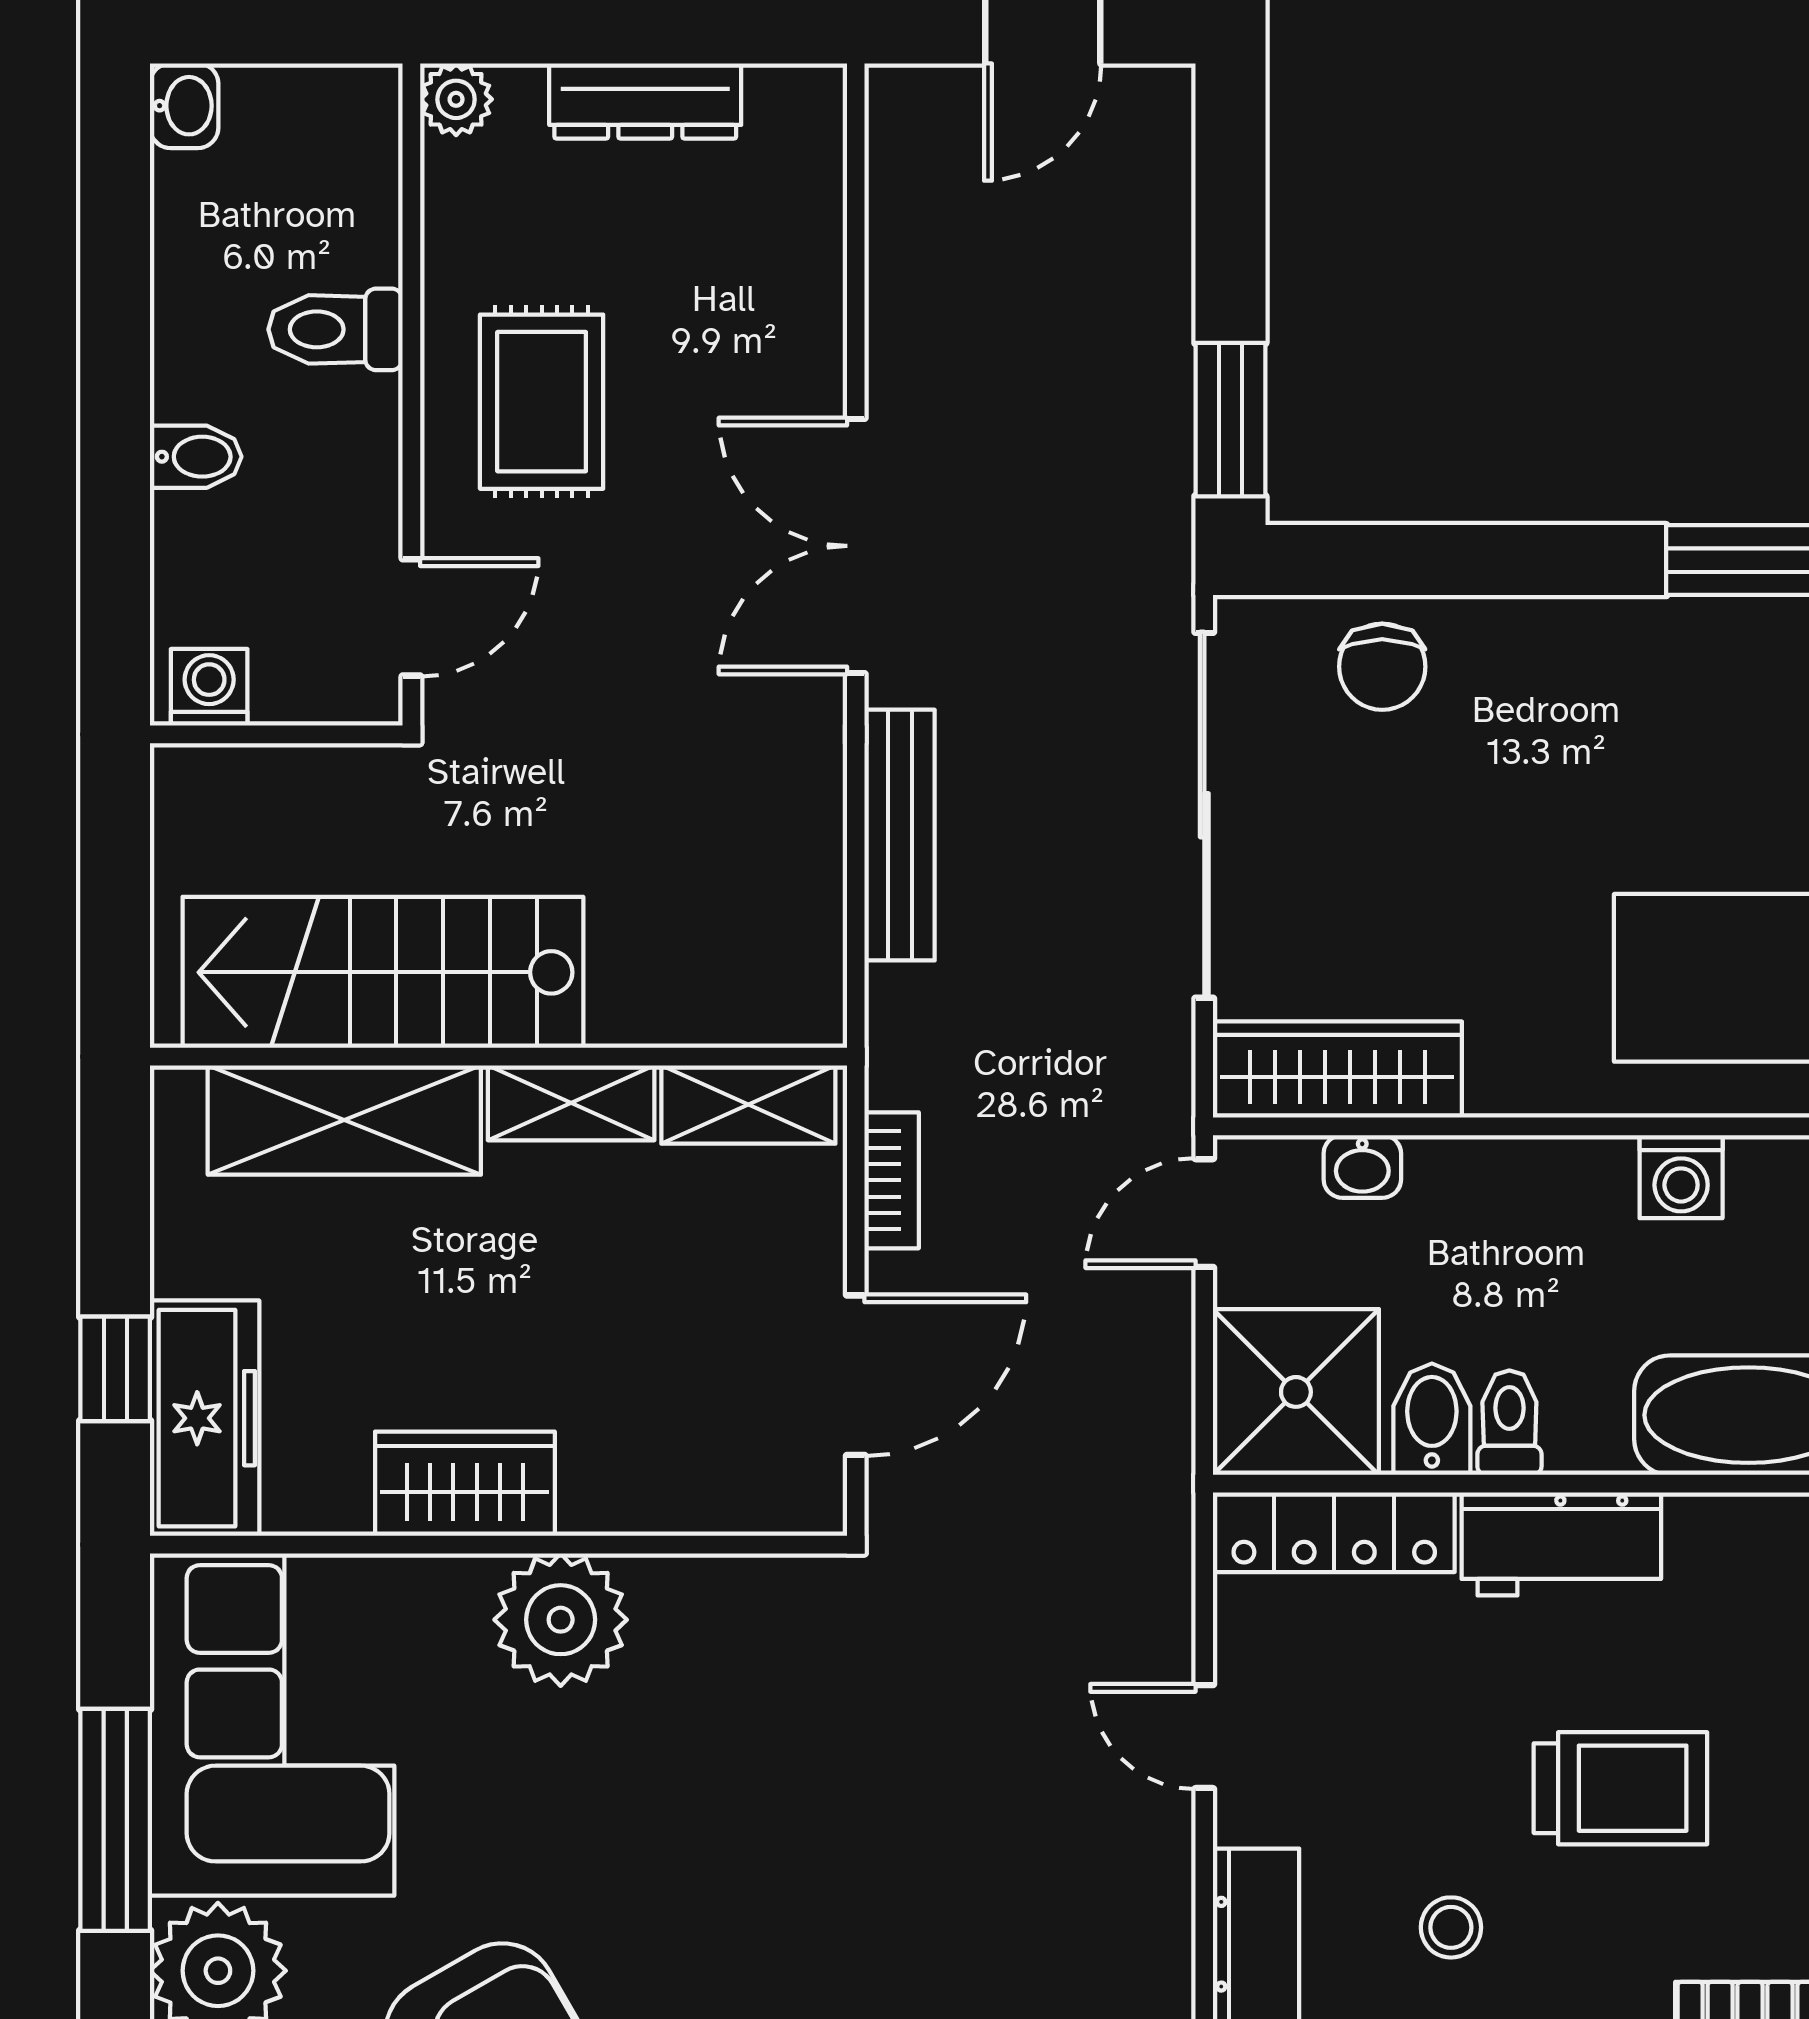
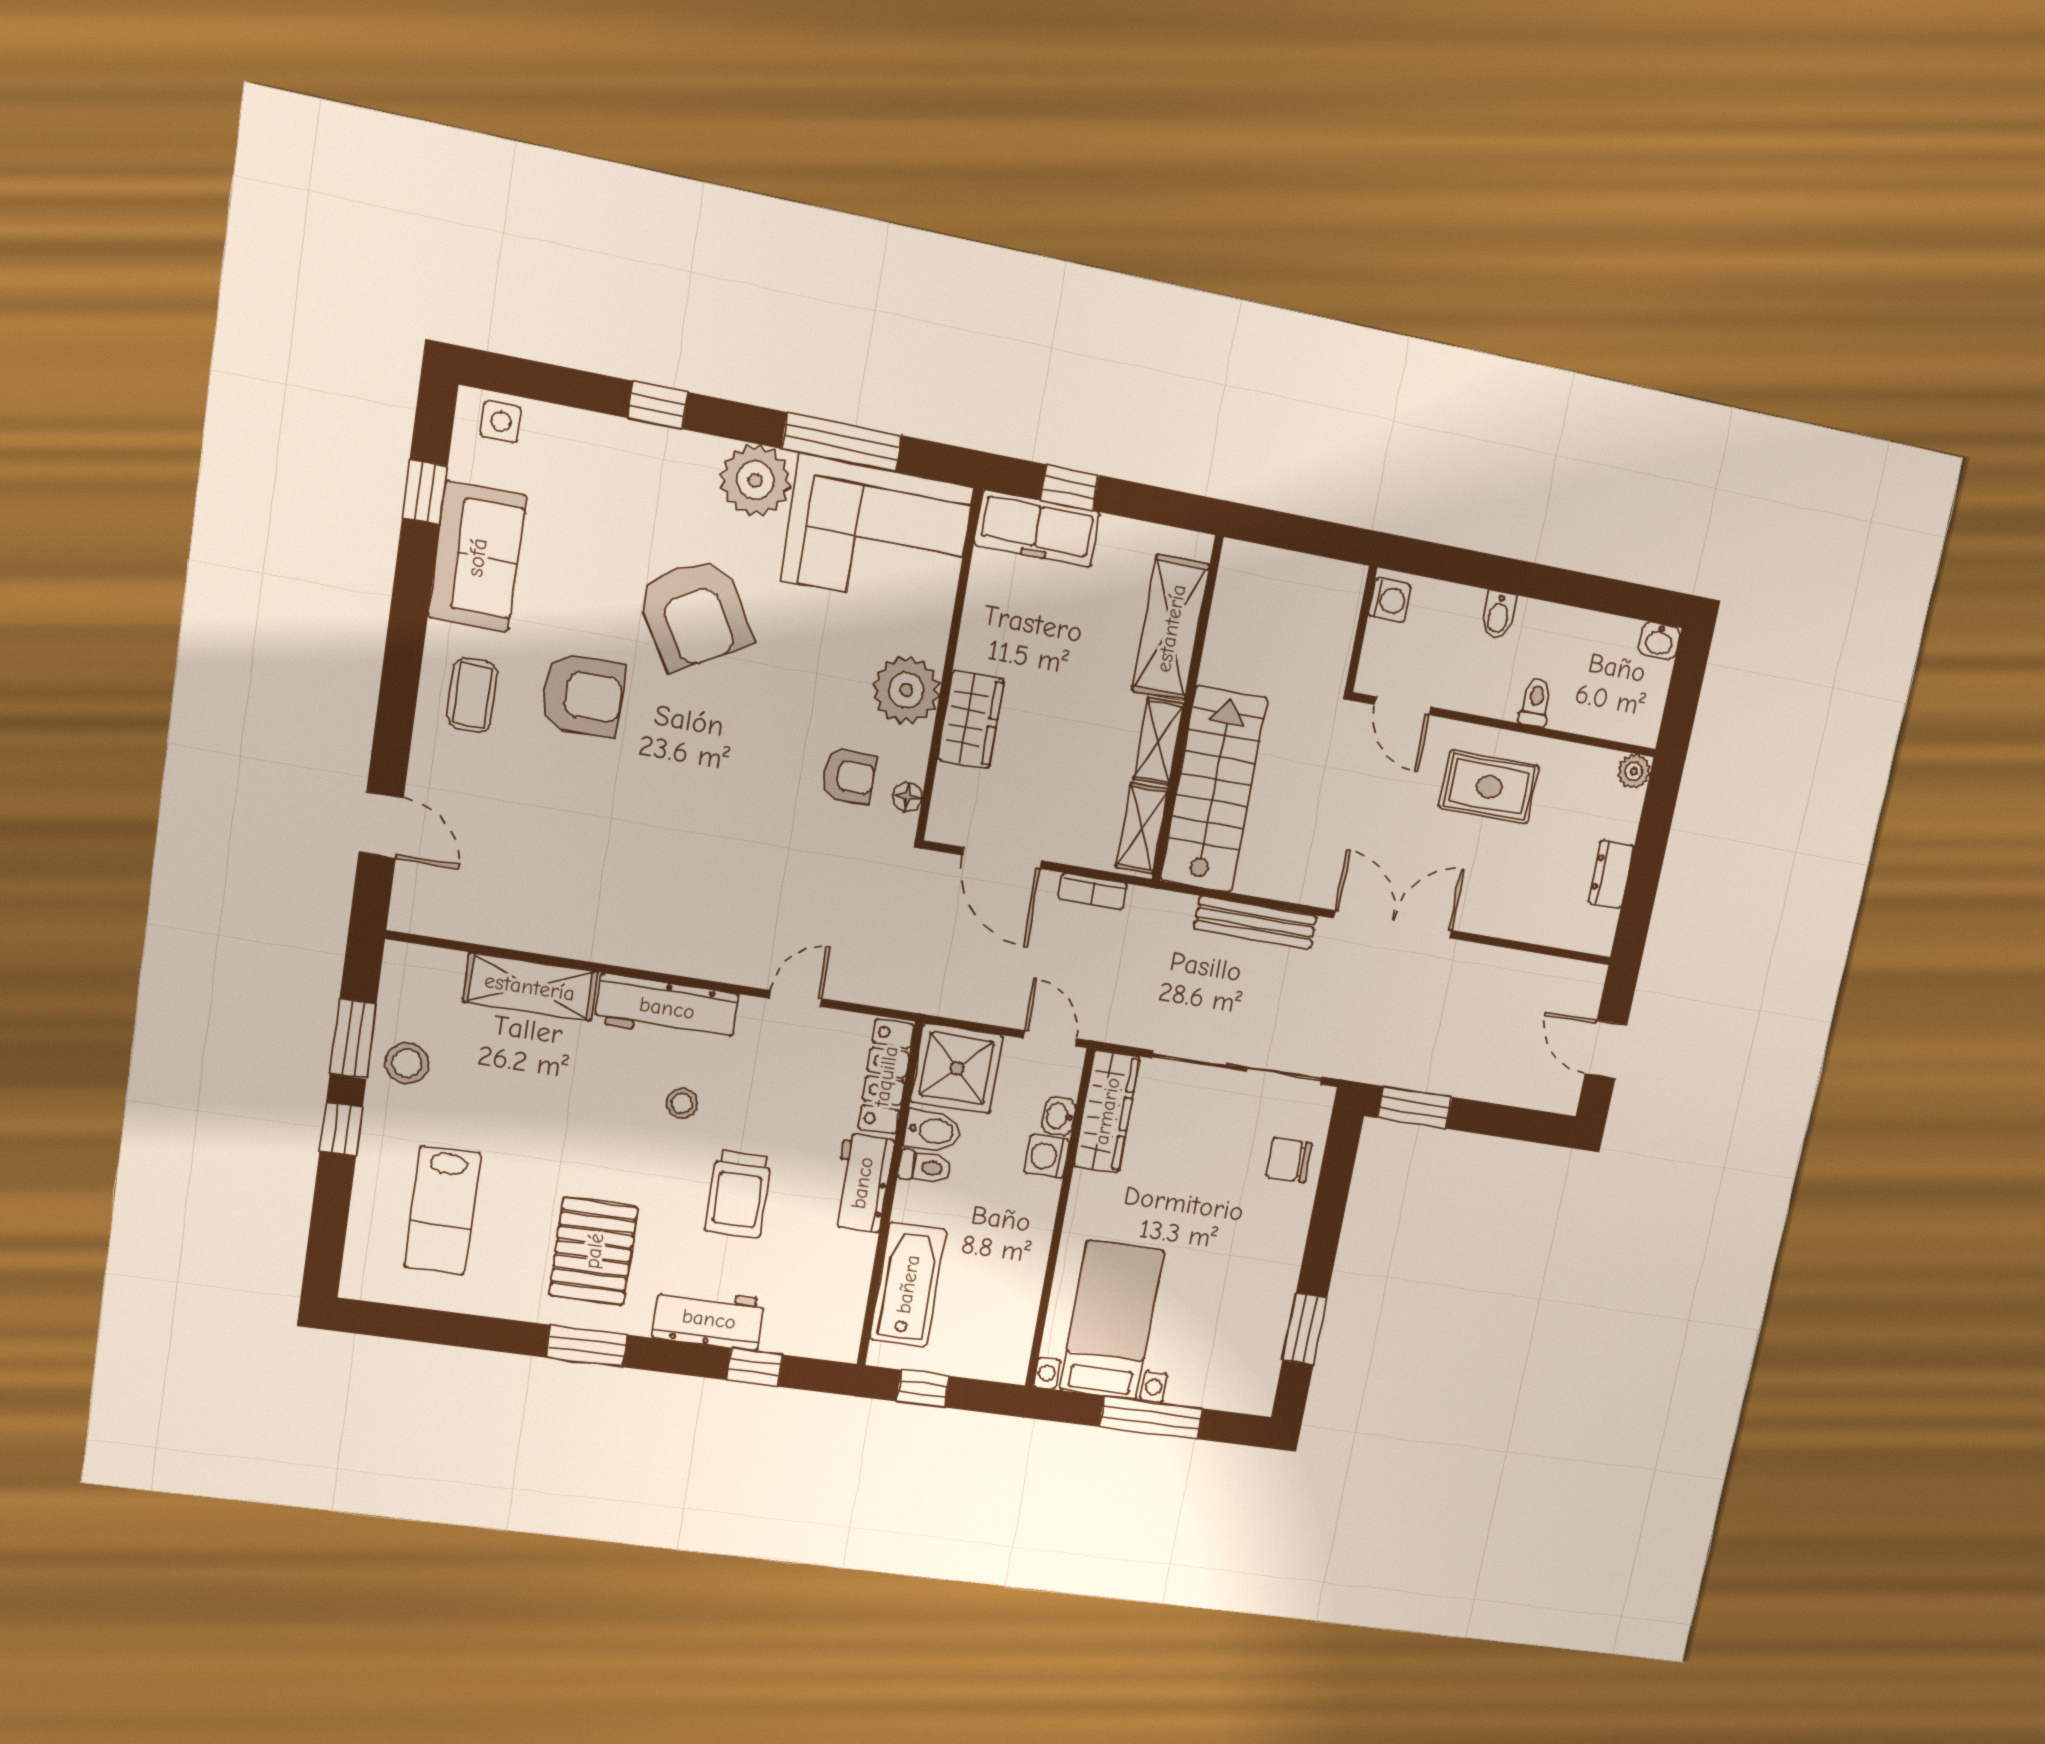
dresser: (645, 101) -> (1611, 874), width x0.70
toilet: (336, 329) -> (1536, 702), width x0.73, depth x0.72
stairs: (383, 972) -> (1214, 790), moved
washing machine: (1681, 1177) -> (1047, 1156), moved
wardrobe: (465, 1484) -> (971, 719), moved
floor lamp: (767, 1582) -> (908, 797), added
armchair: (747, 1704) -> (849, 776), added

